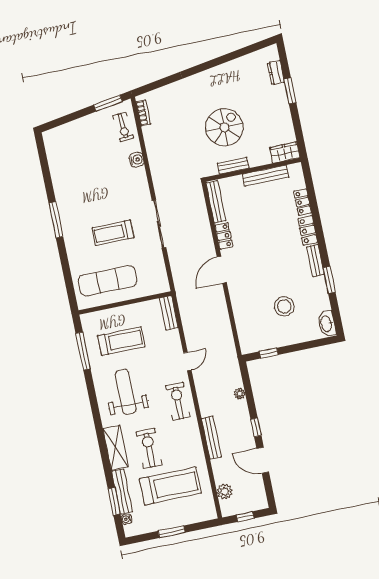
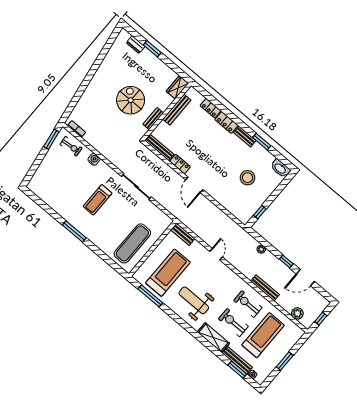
treadmill: (113, 233) -> (98, 200), moved
treadmill: (121, 341) -> (168, 273), width x1.37, depth x1.38
exercise bike: (178, 401) -> (248, 304), moved

